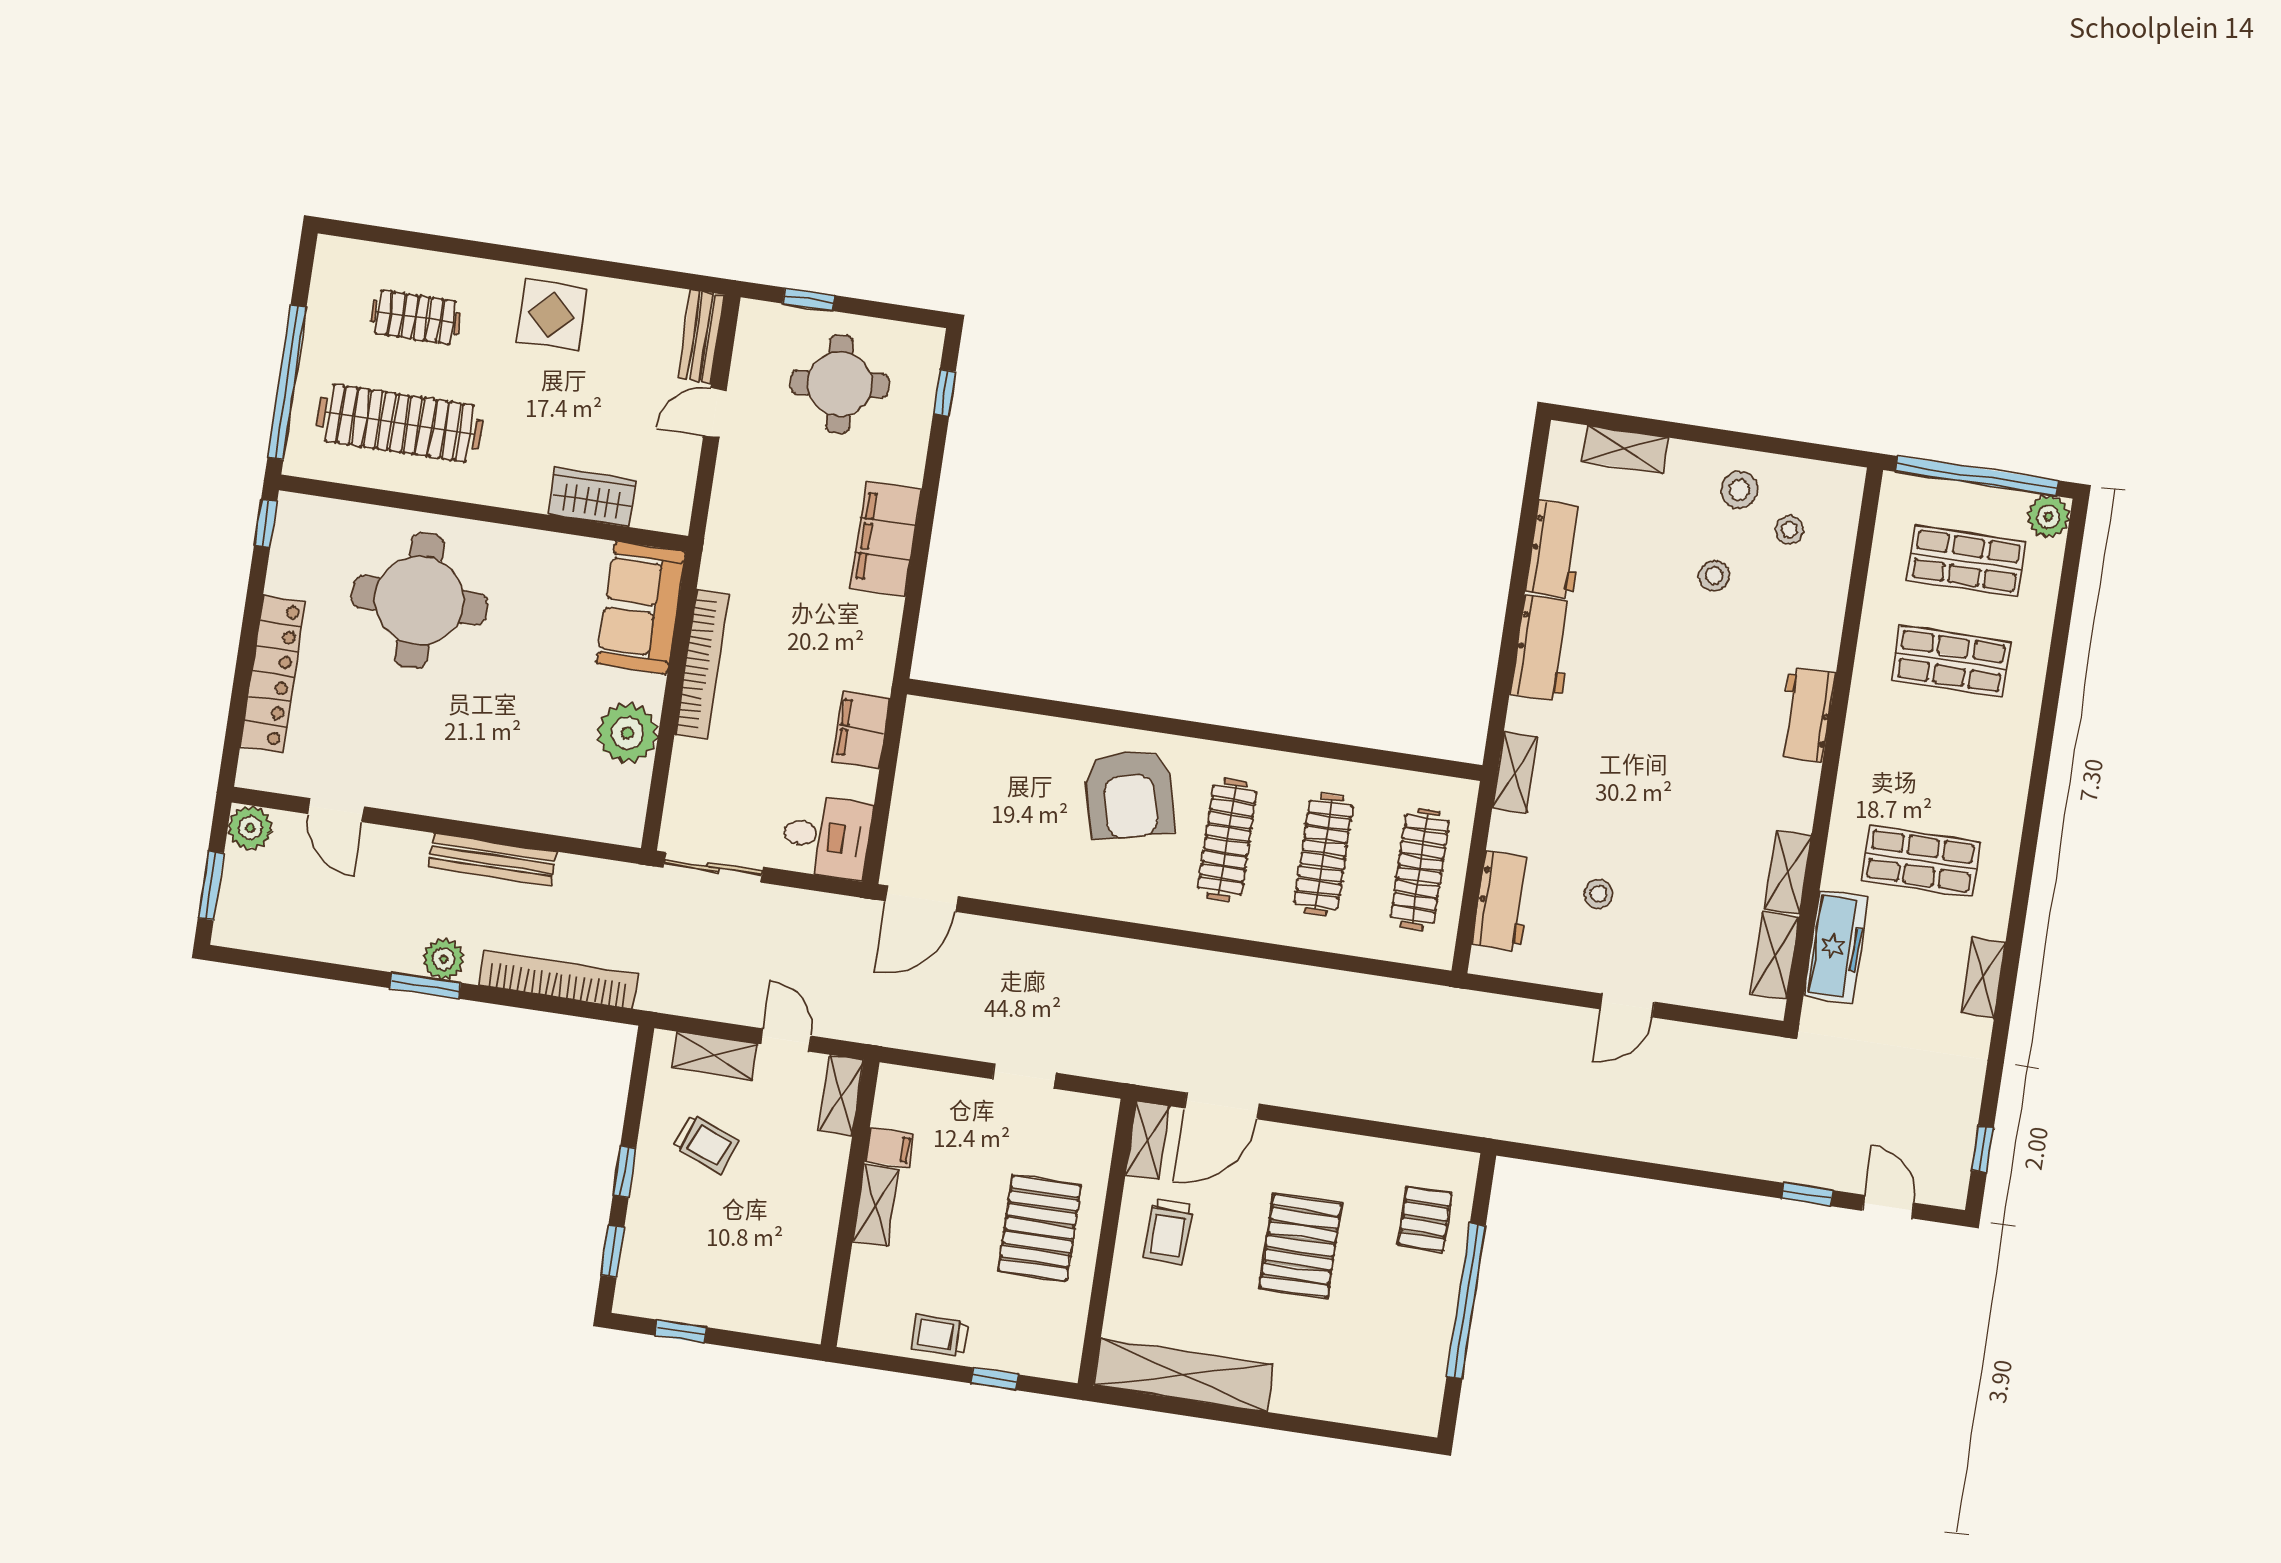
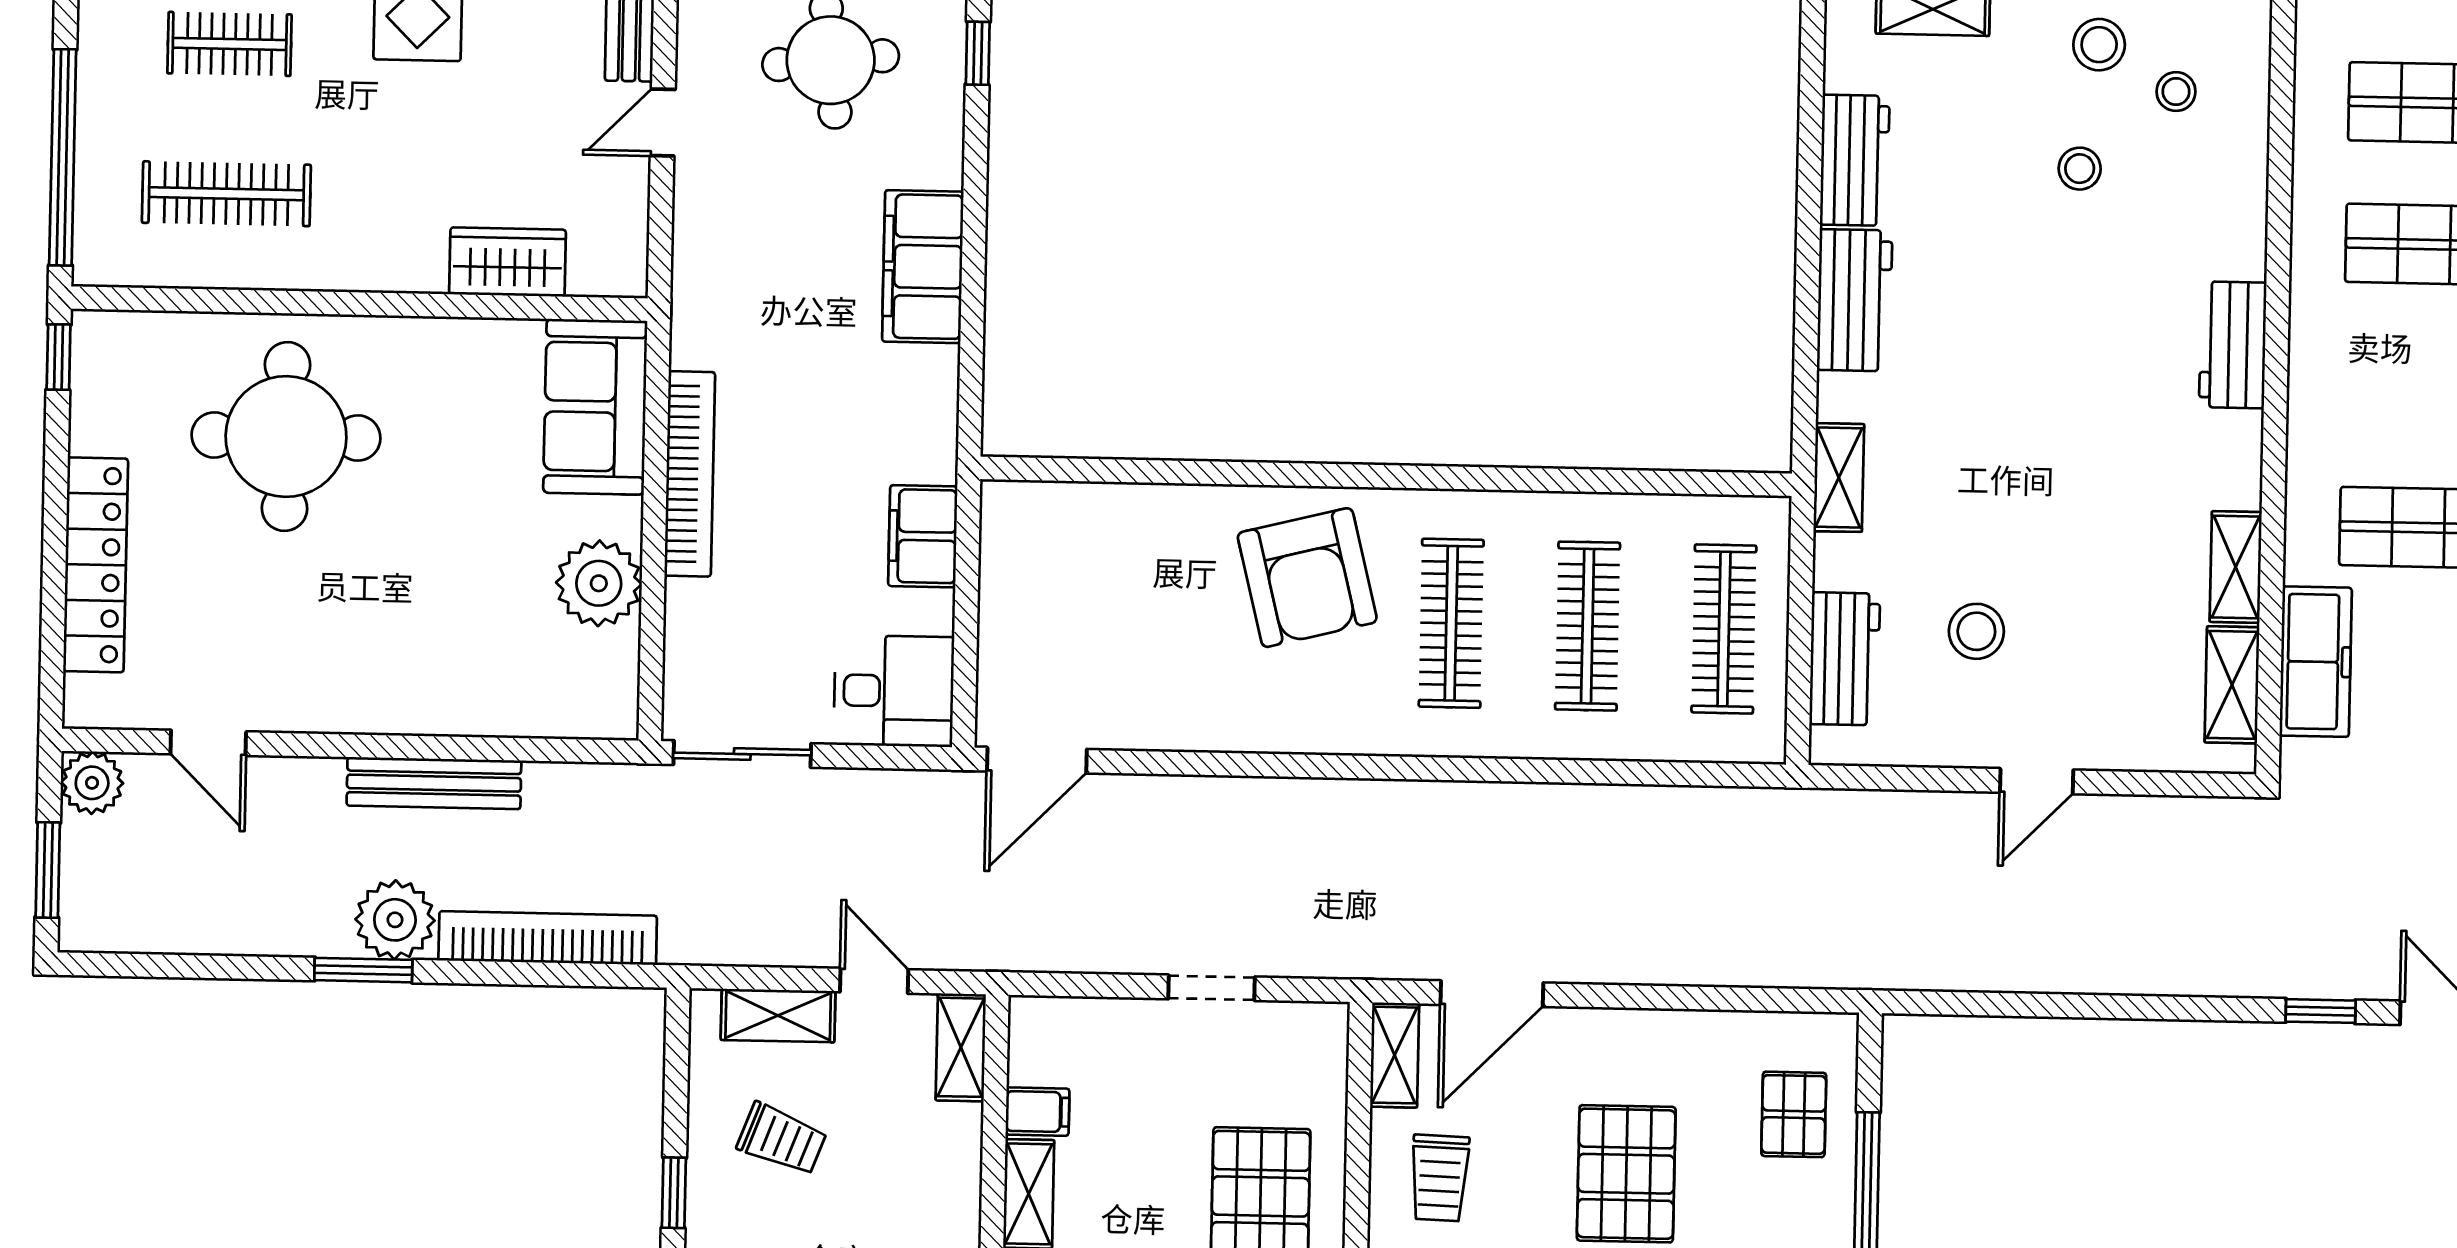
clothes rail: (400, 423) -> (226, 194), width x0.73, depth x0.76
stool: (1598, 894) -> (1976, 631), width x1.37, depth x1.37
plant: (444, 959) -> (395, 920), width x1.36, depth x1.36

